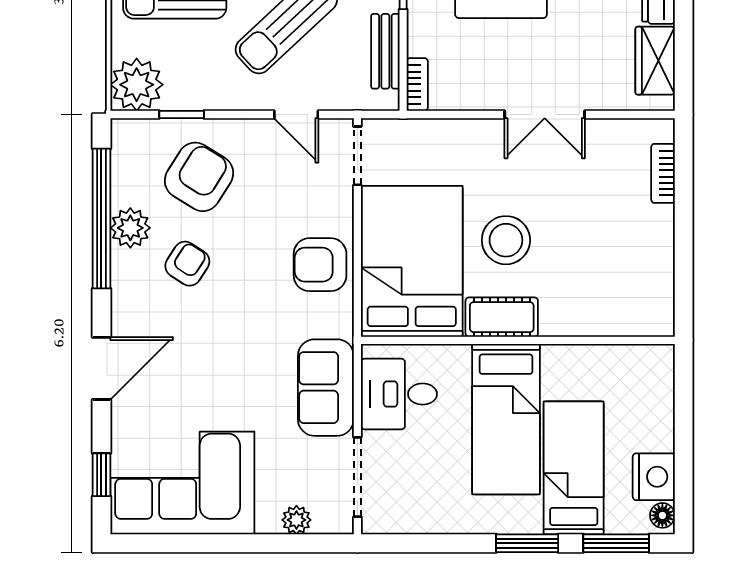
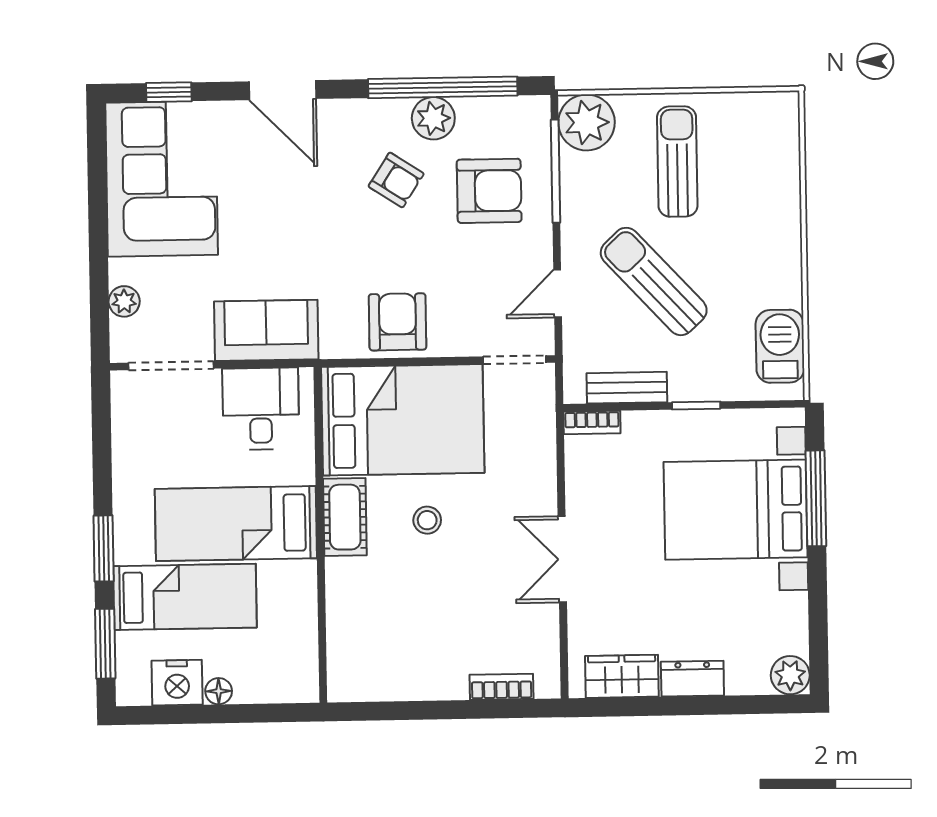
window: (182, 115) -> (555, 171), width x2.17
armchair: (199, 177) -> (489, 191), turned -32
stool: (506, 240) -> (427, 520), width x0.53, depth x0.53
floor lamp: (662, 515) -> (219, 691), moved

